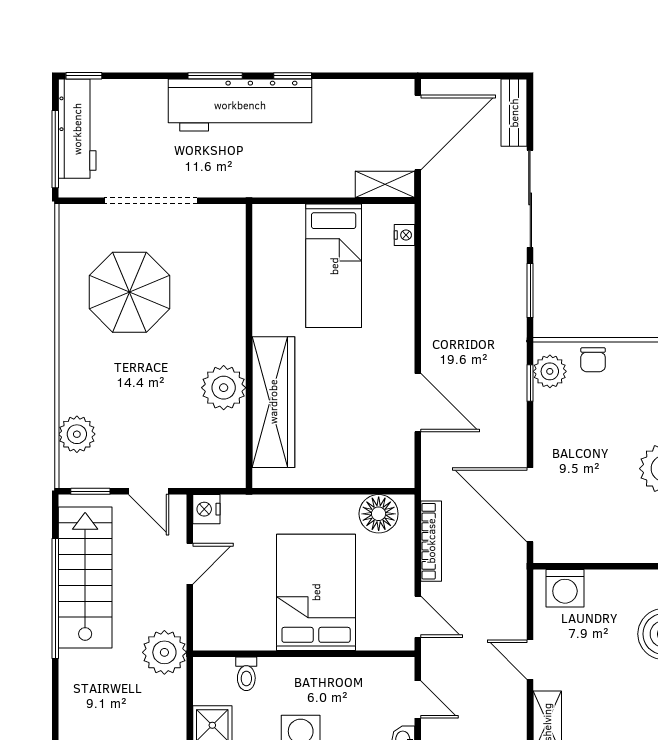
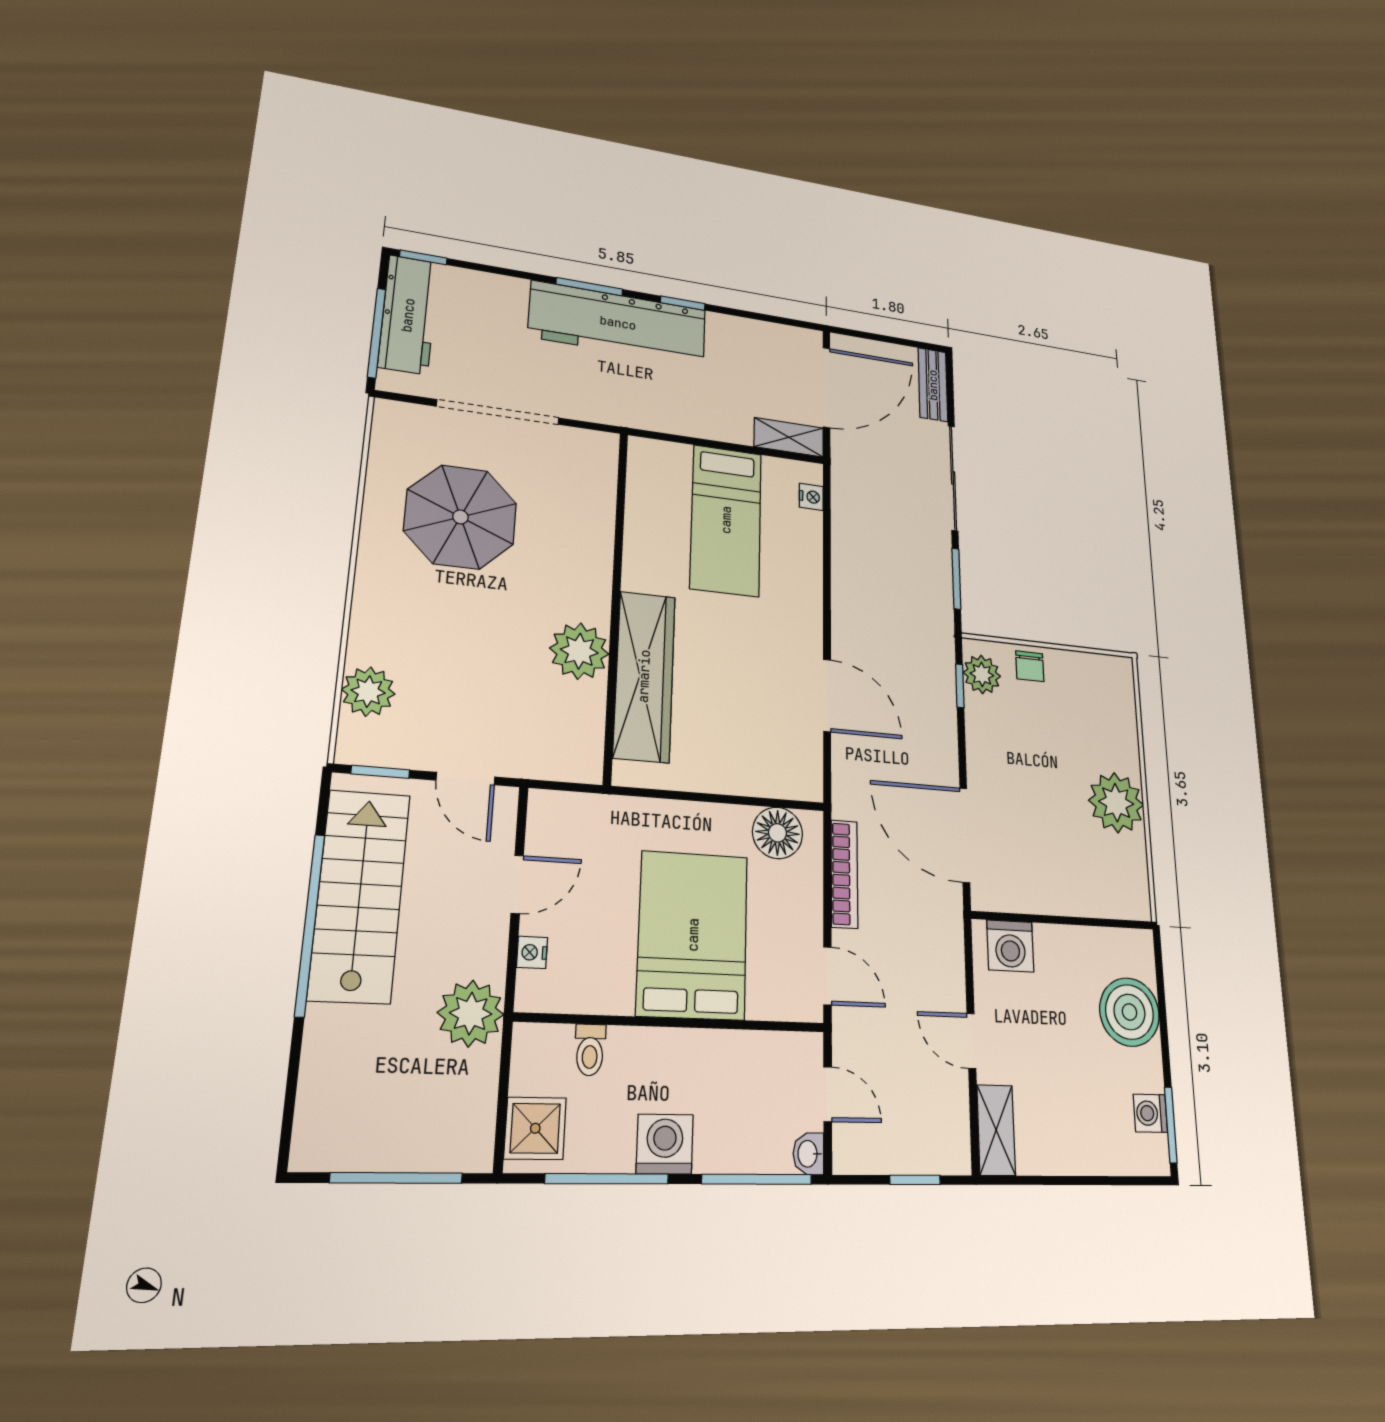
nightstand: (206, 509) -> (532, 952), moved, width x0.72, depth x0.74

